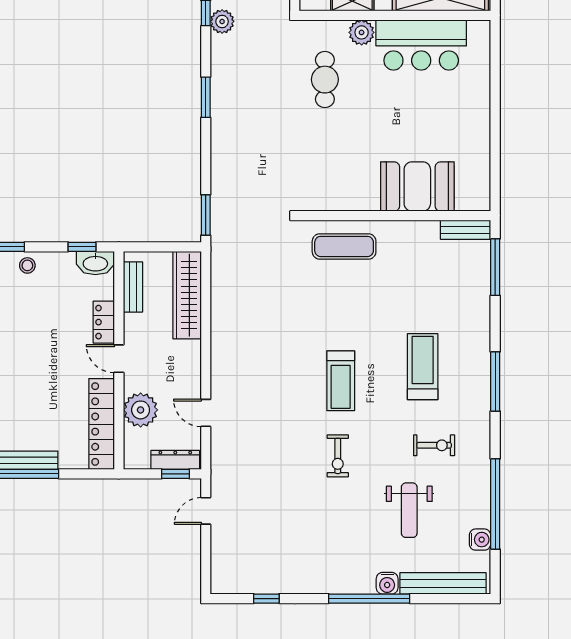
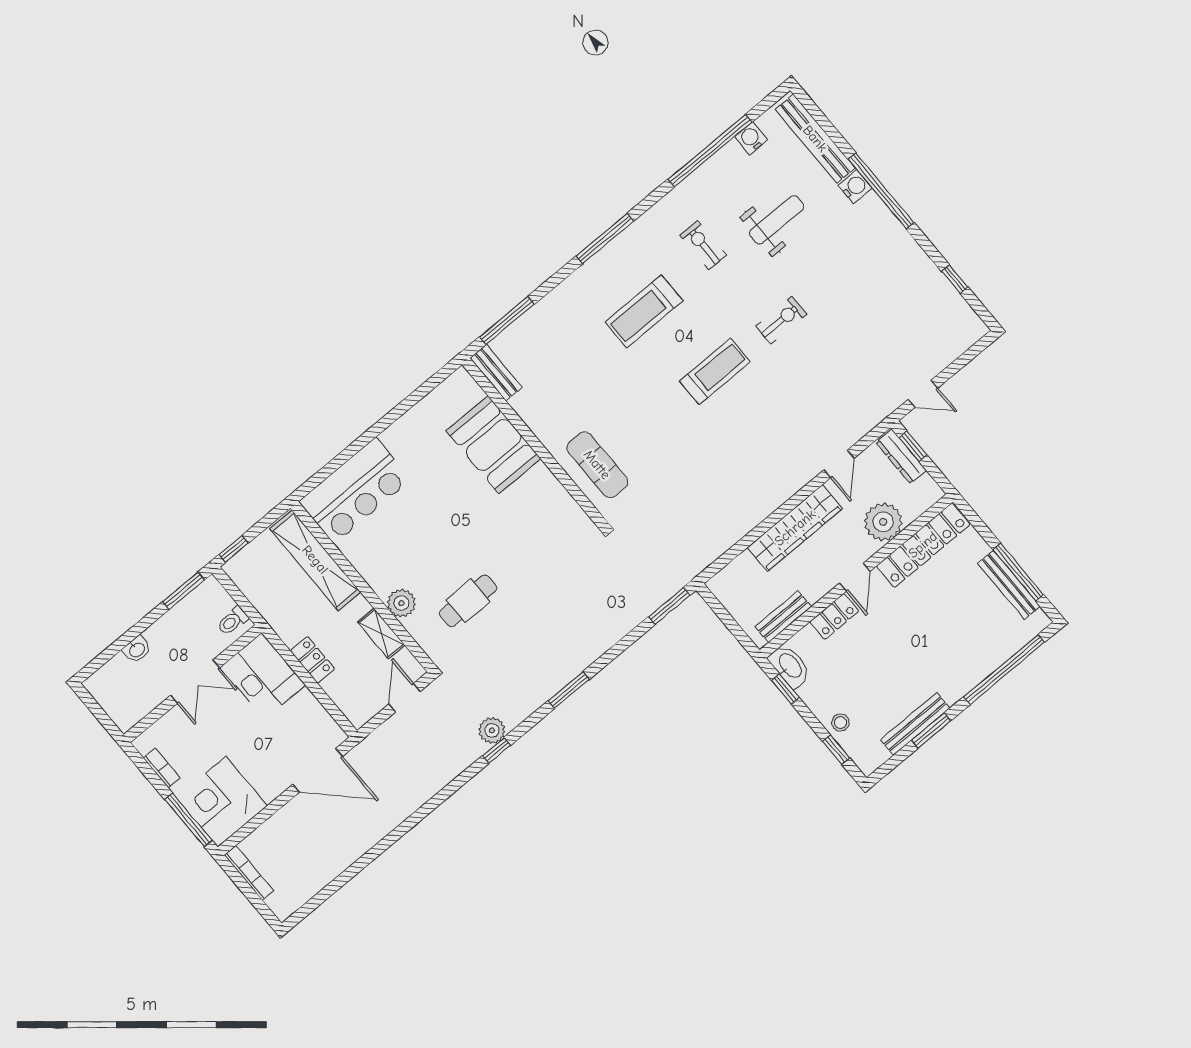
bar counter: (421, 45) -> (355, 491), moved, turned 90
wardrobe: (187, 295) -> (795, 528), moved

